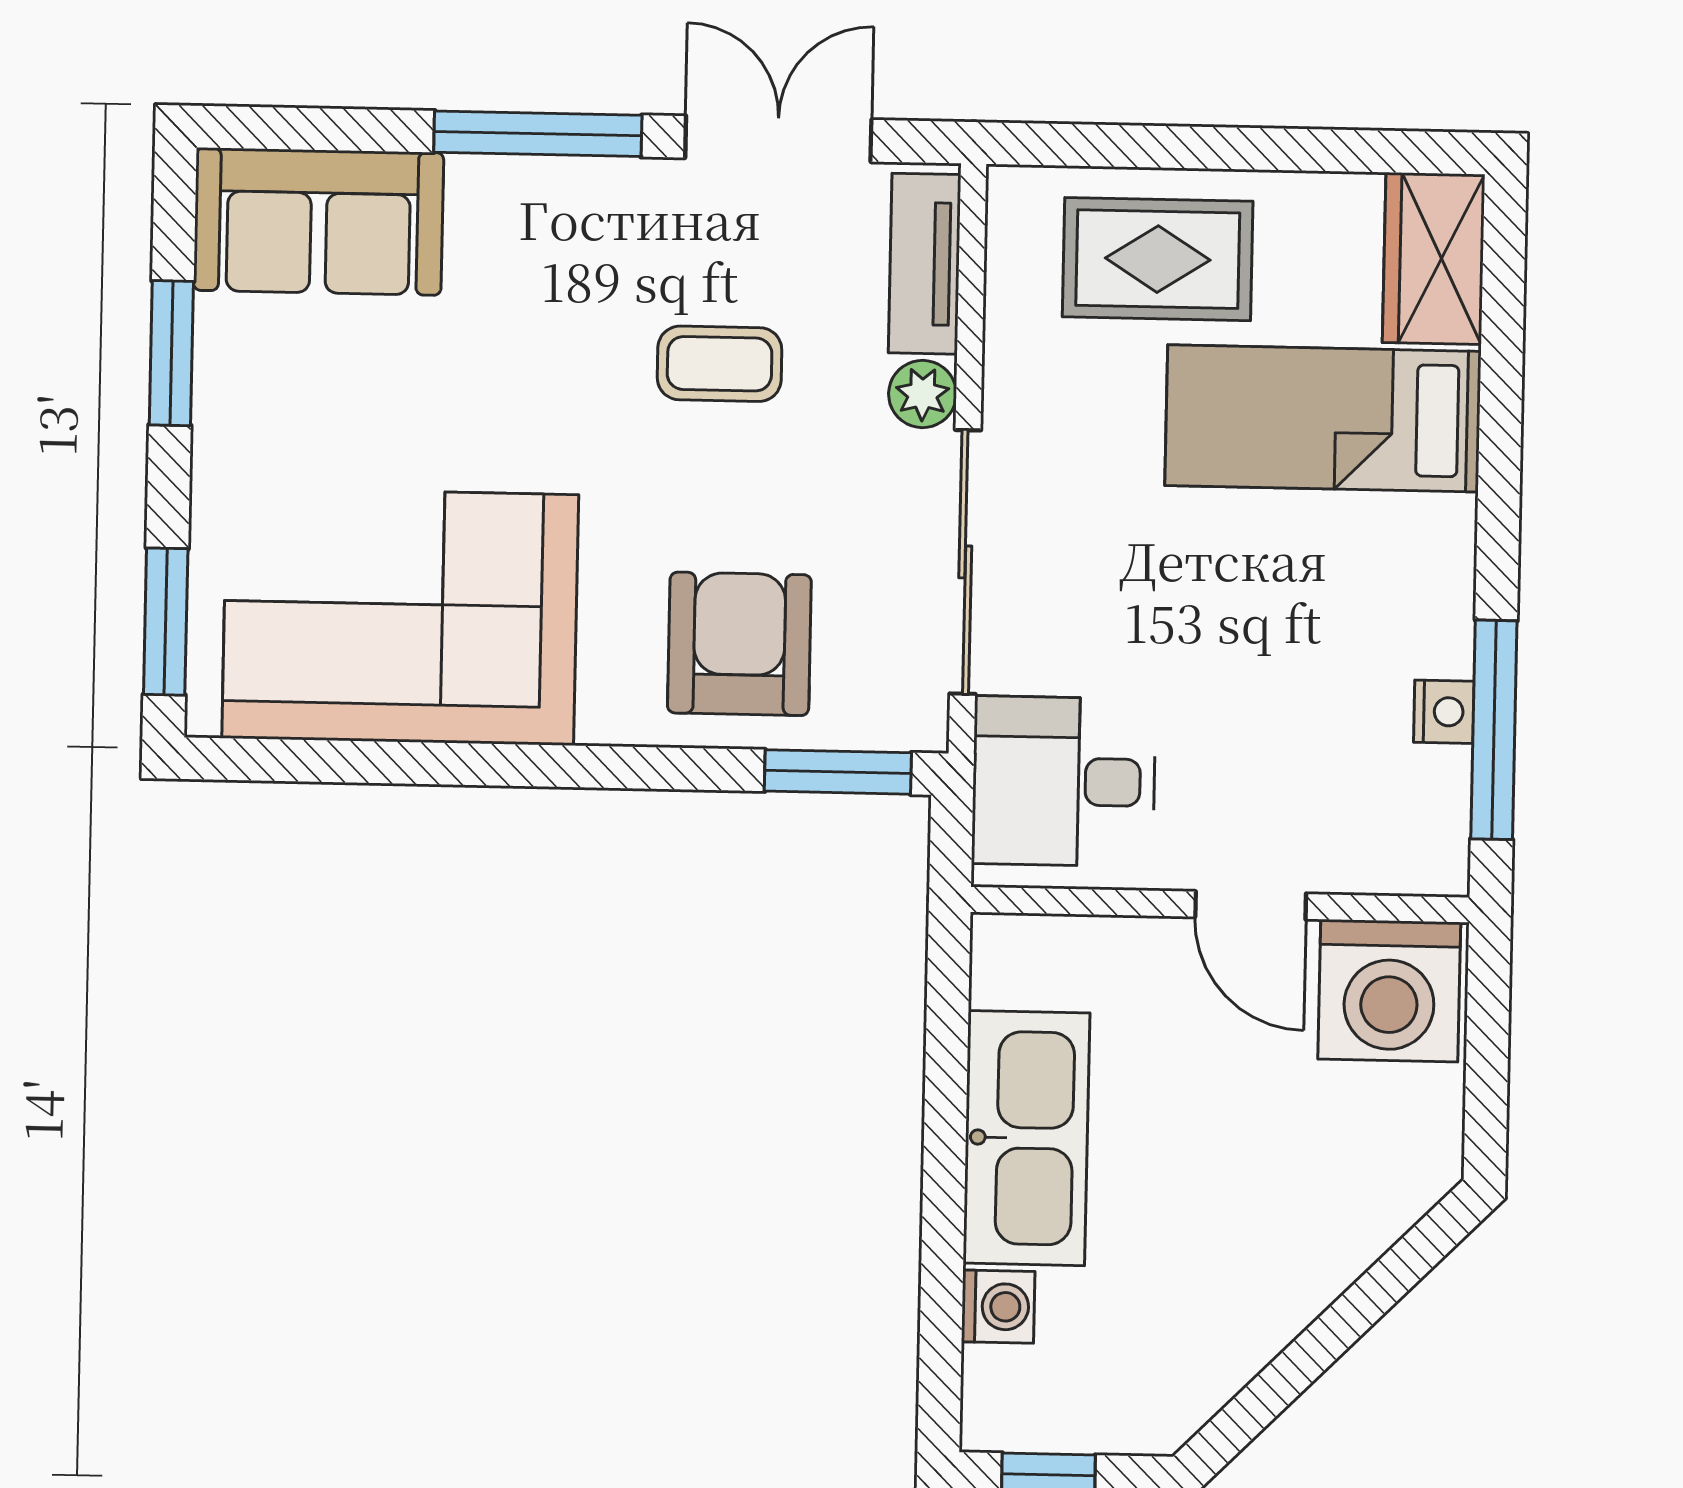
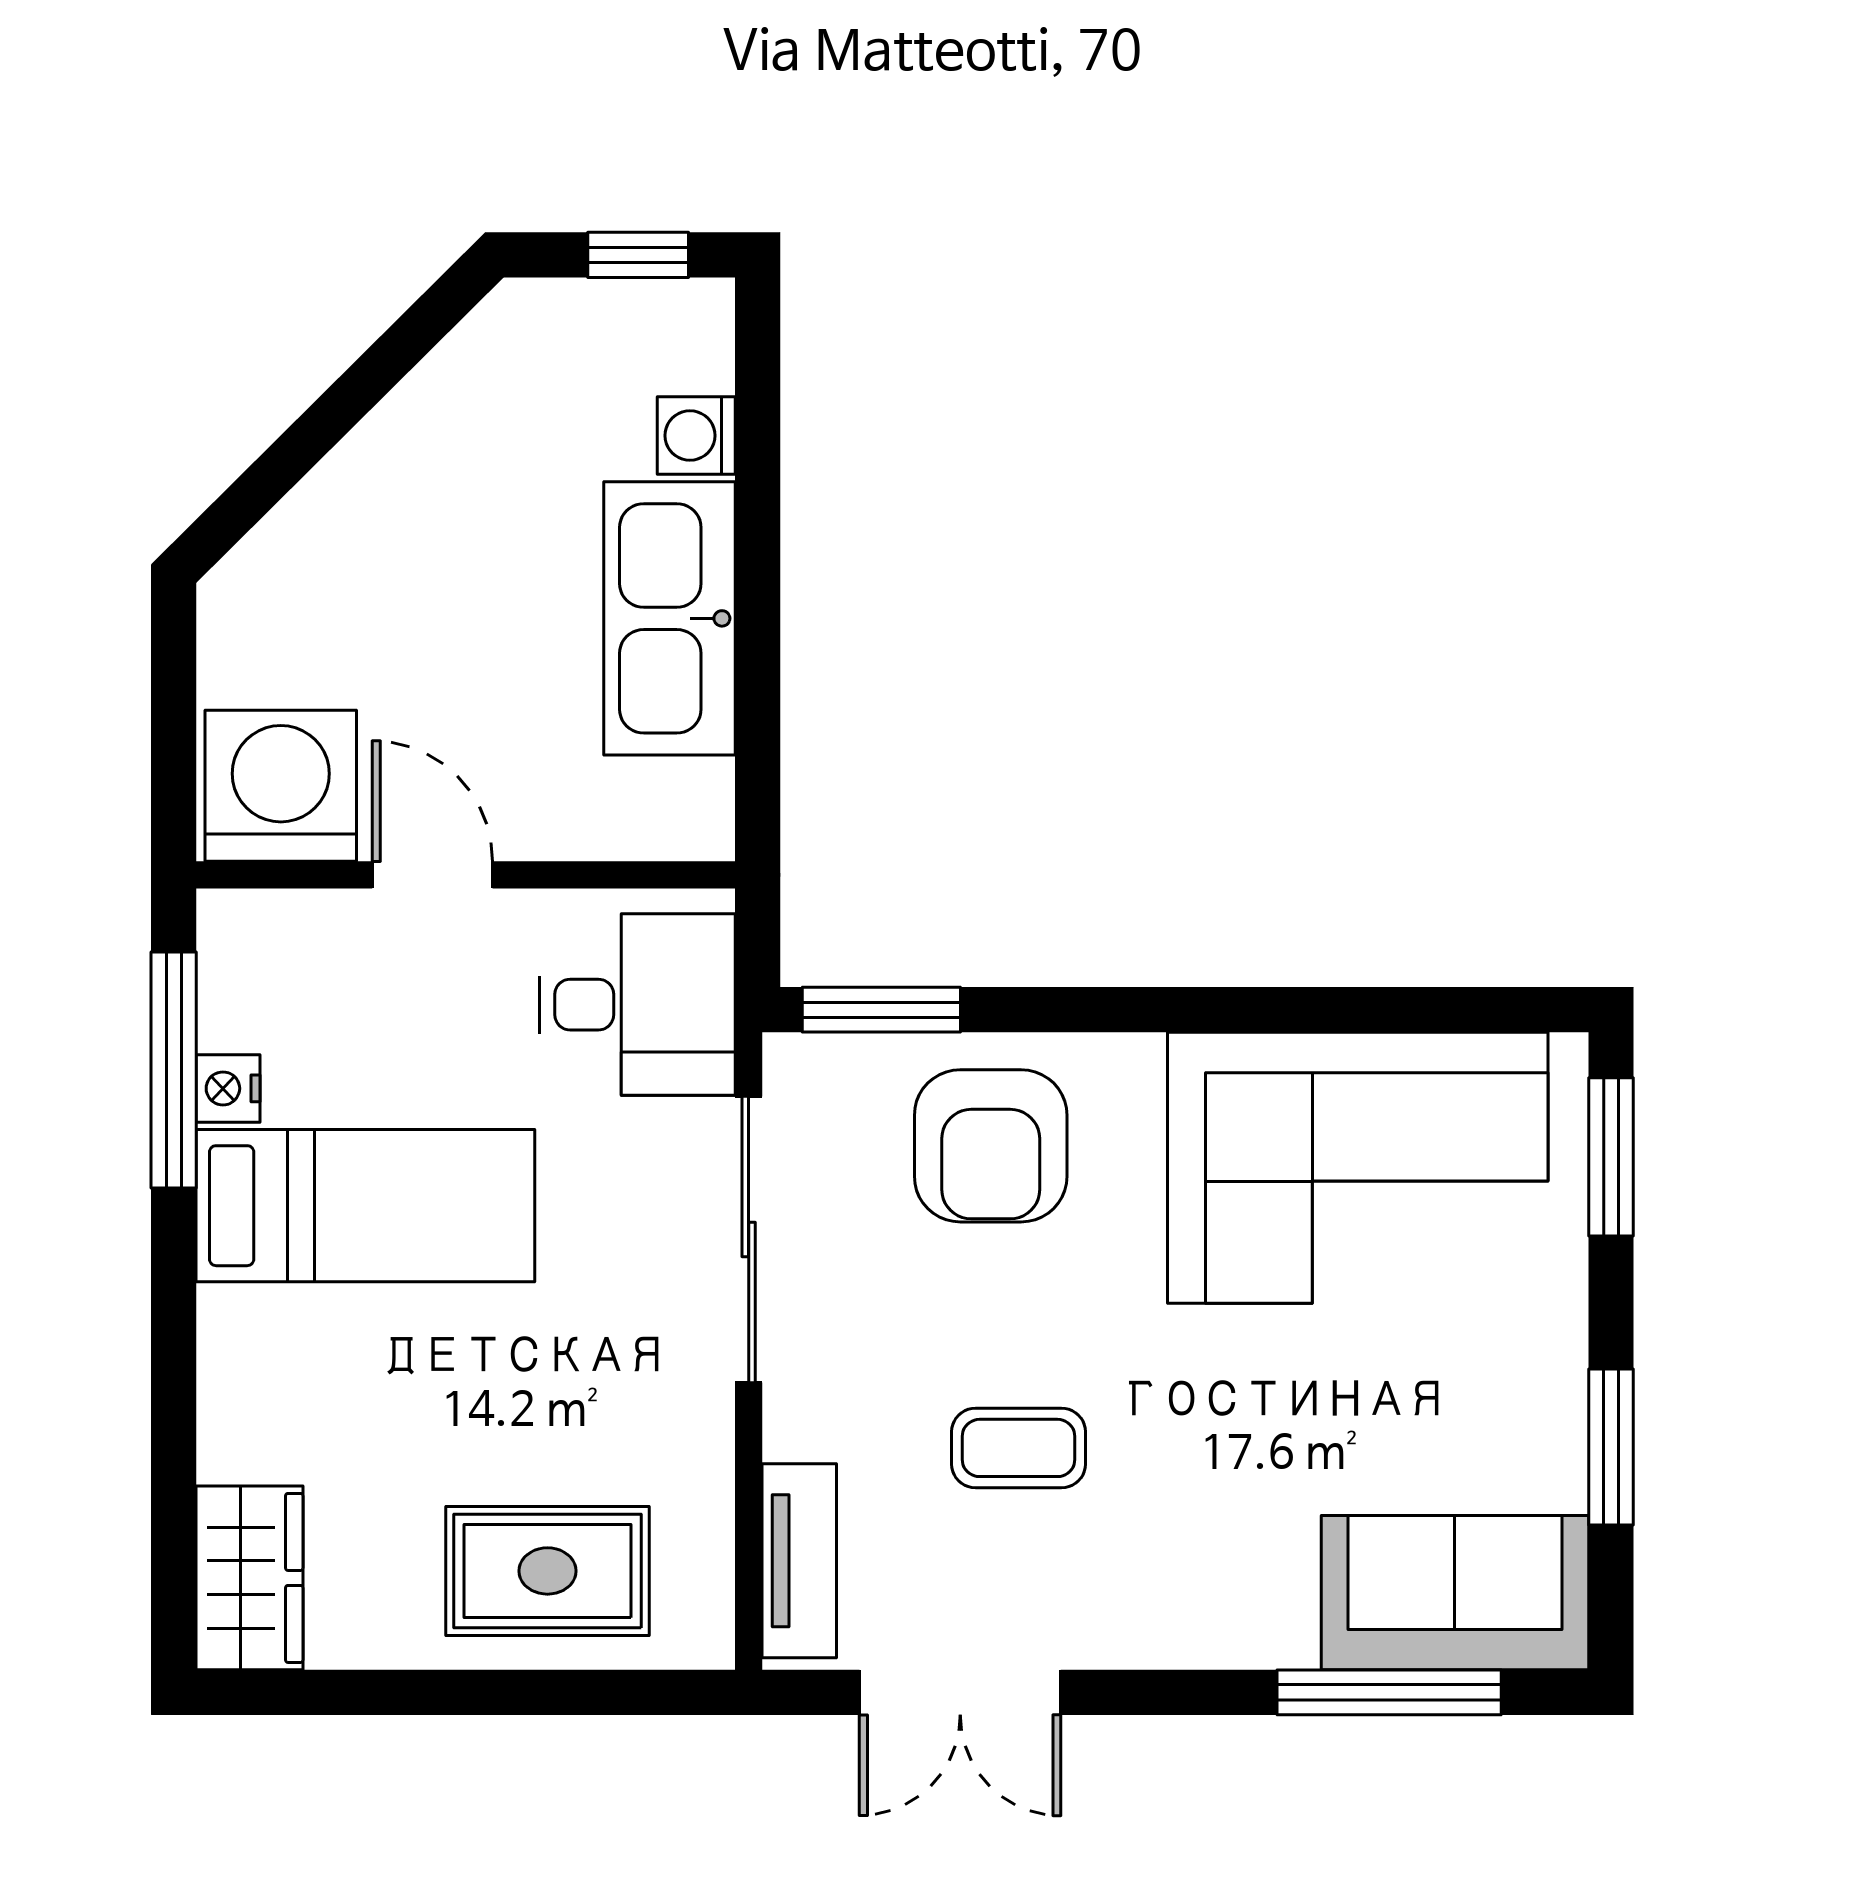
window: (538, 134) -> (1389, 1692), moved
plant: (923, 394) -> (799, 1420), removed
bed: (1323, 418) -> (365, 1206), moved

